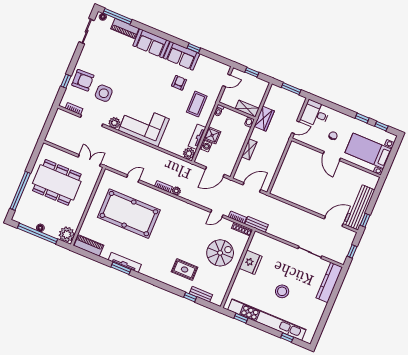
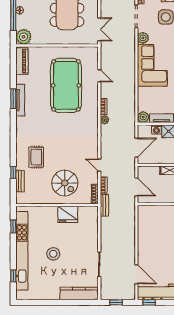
door: (215, 172) -> (136, 148), swing flipped

